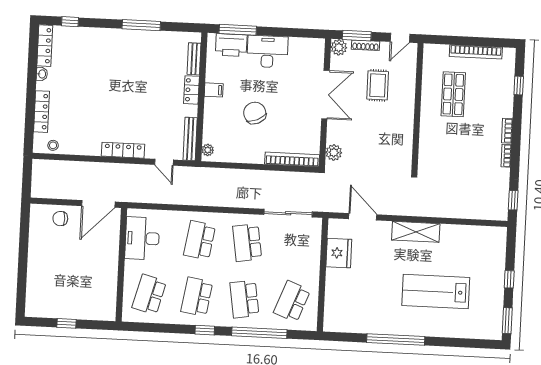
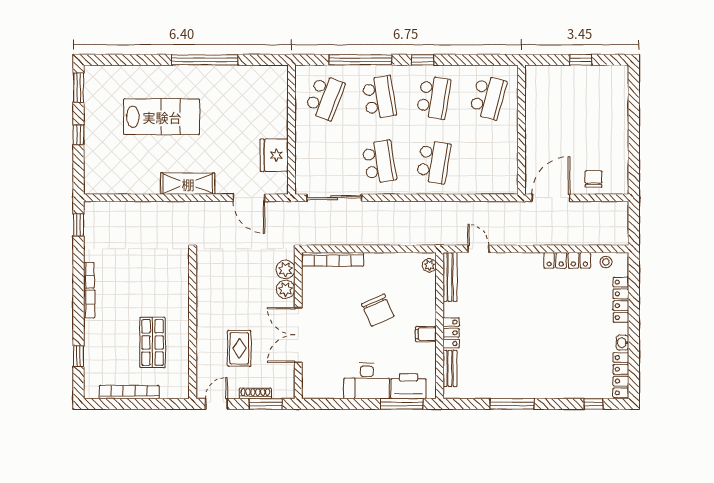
plant: (339, 47) -> (286, 289), moved
locker: (123, 150) -> (567, 260), moved
chair: (60, 219) -> (593, 179), turned -90
desk: (142, 238) -> (499, 161), removed

